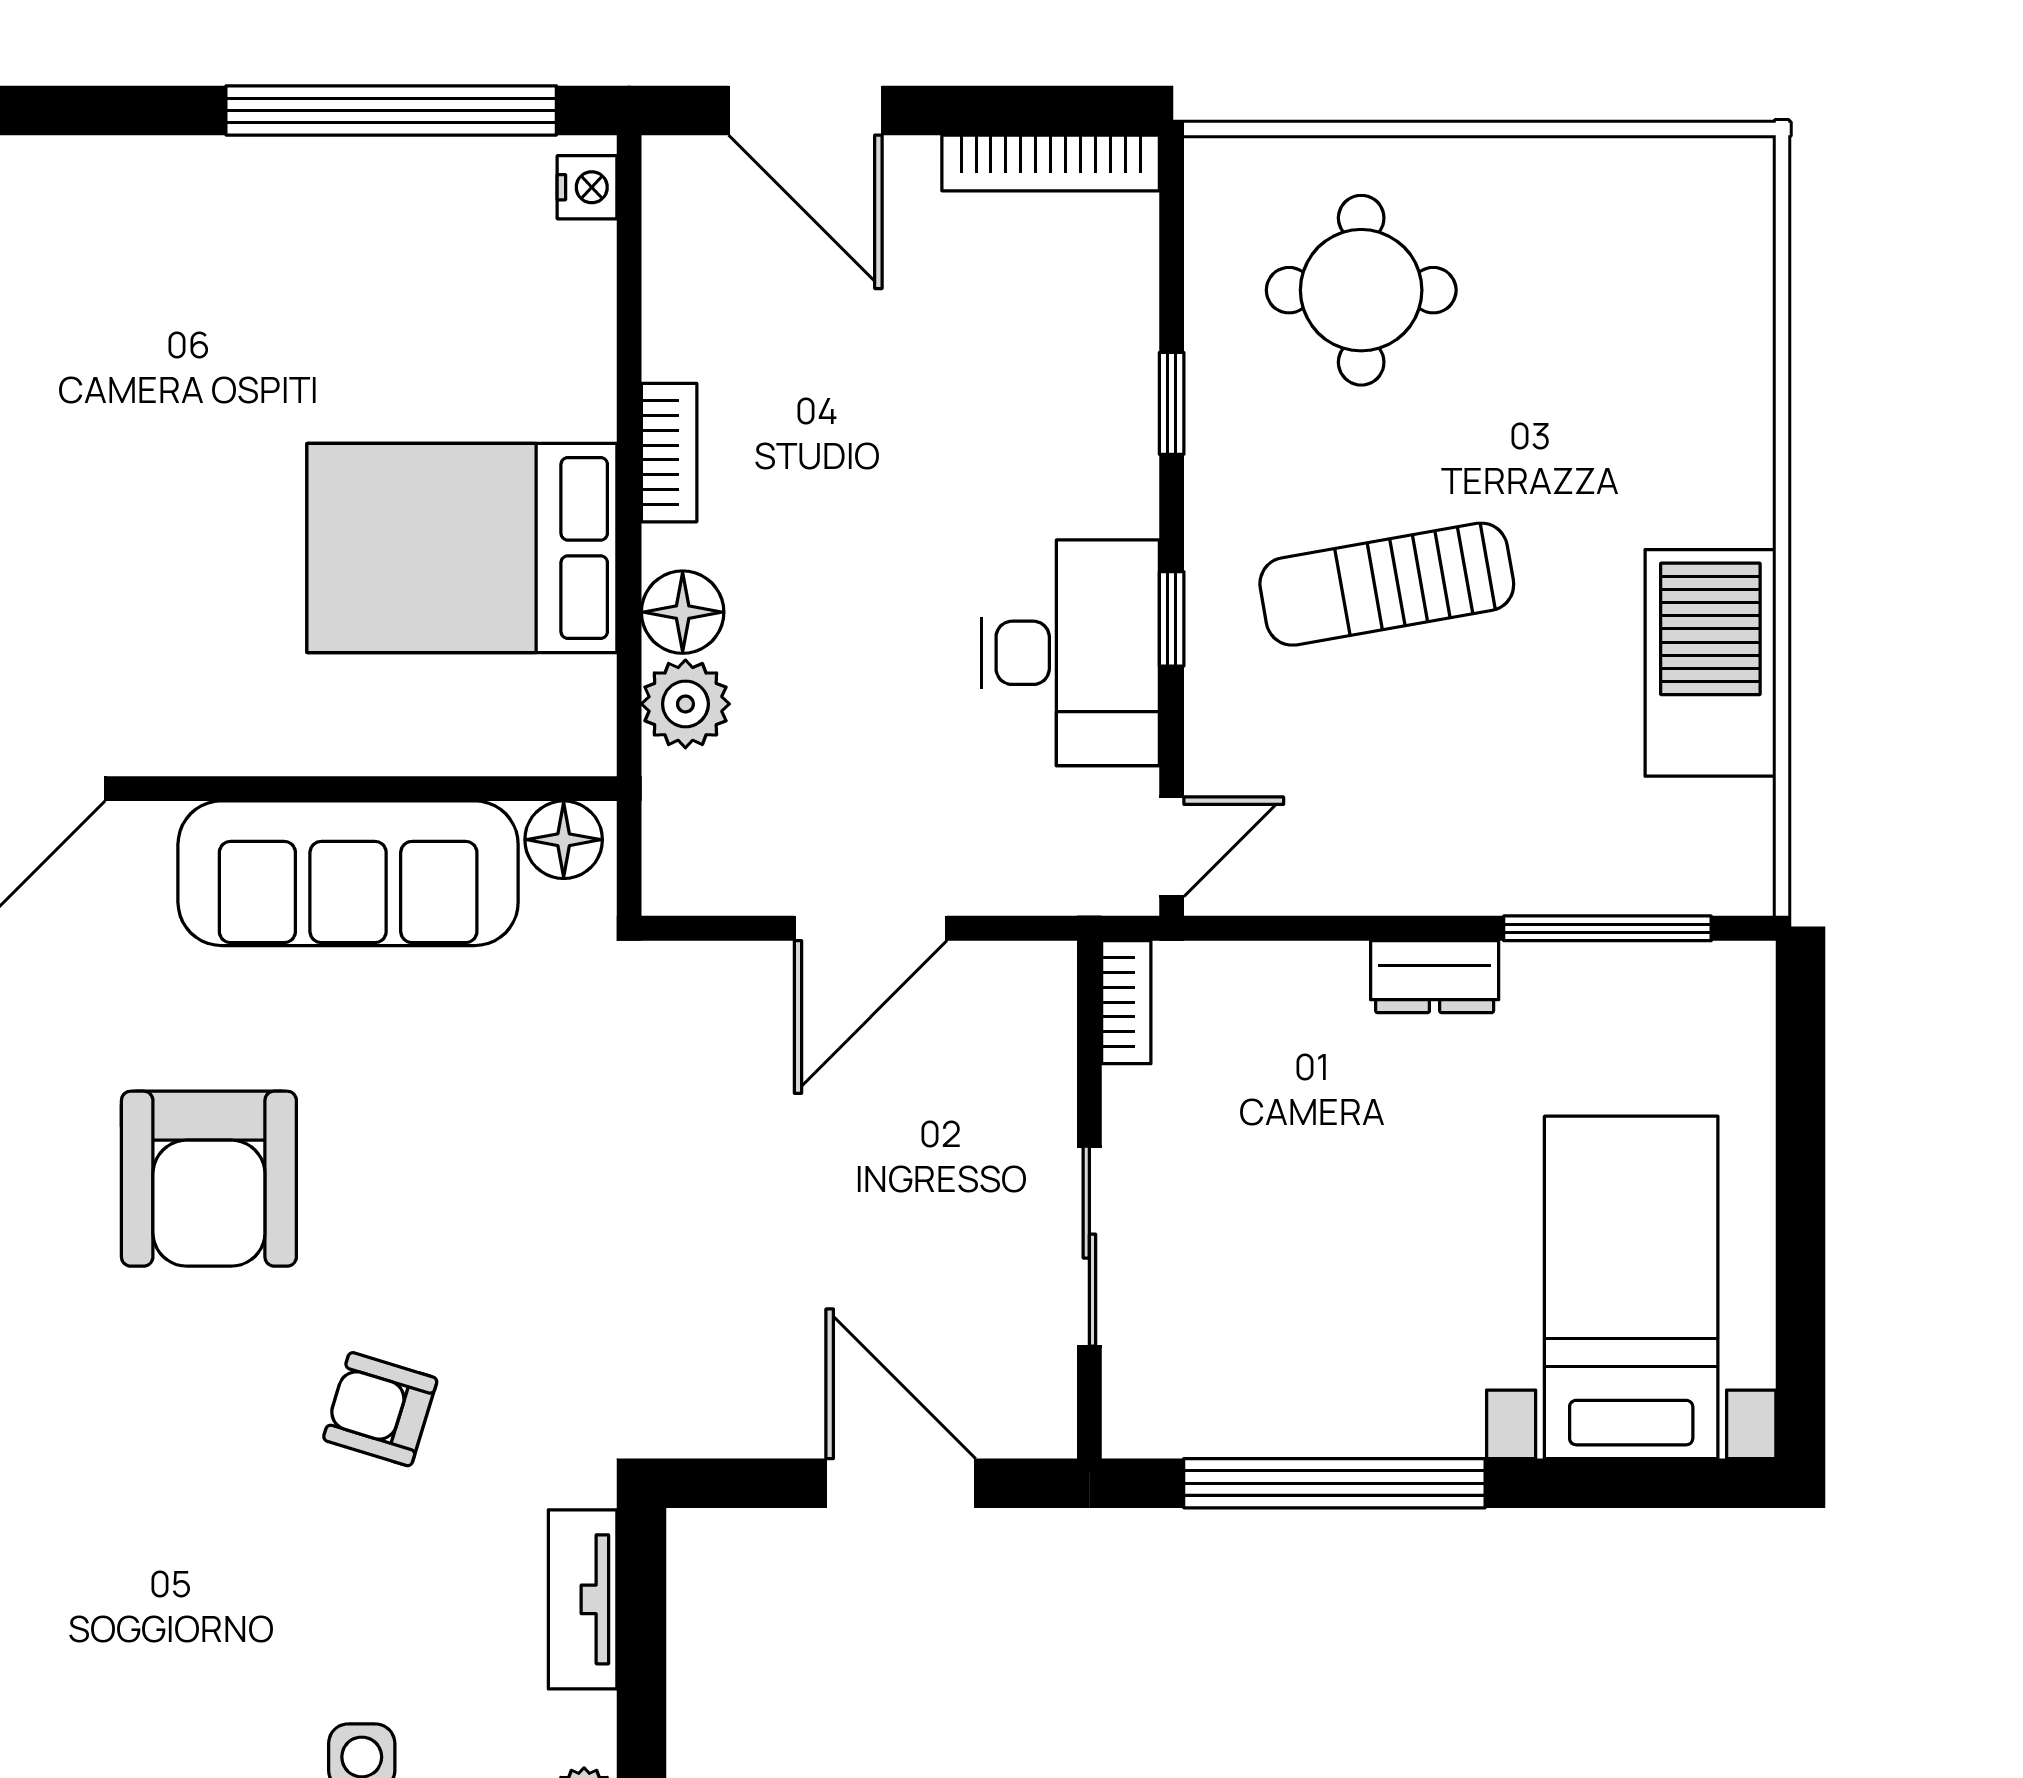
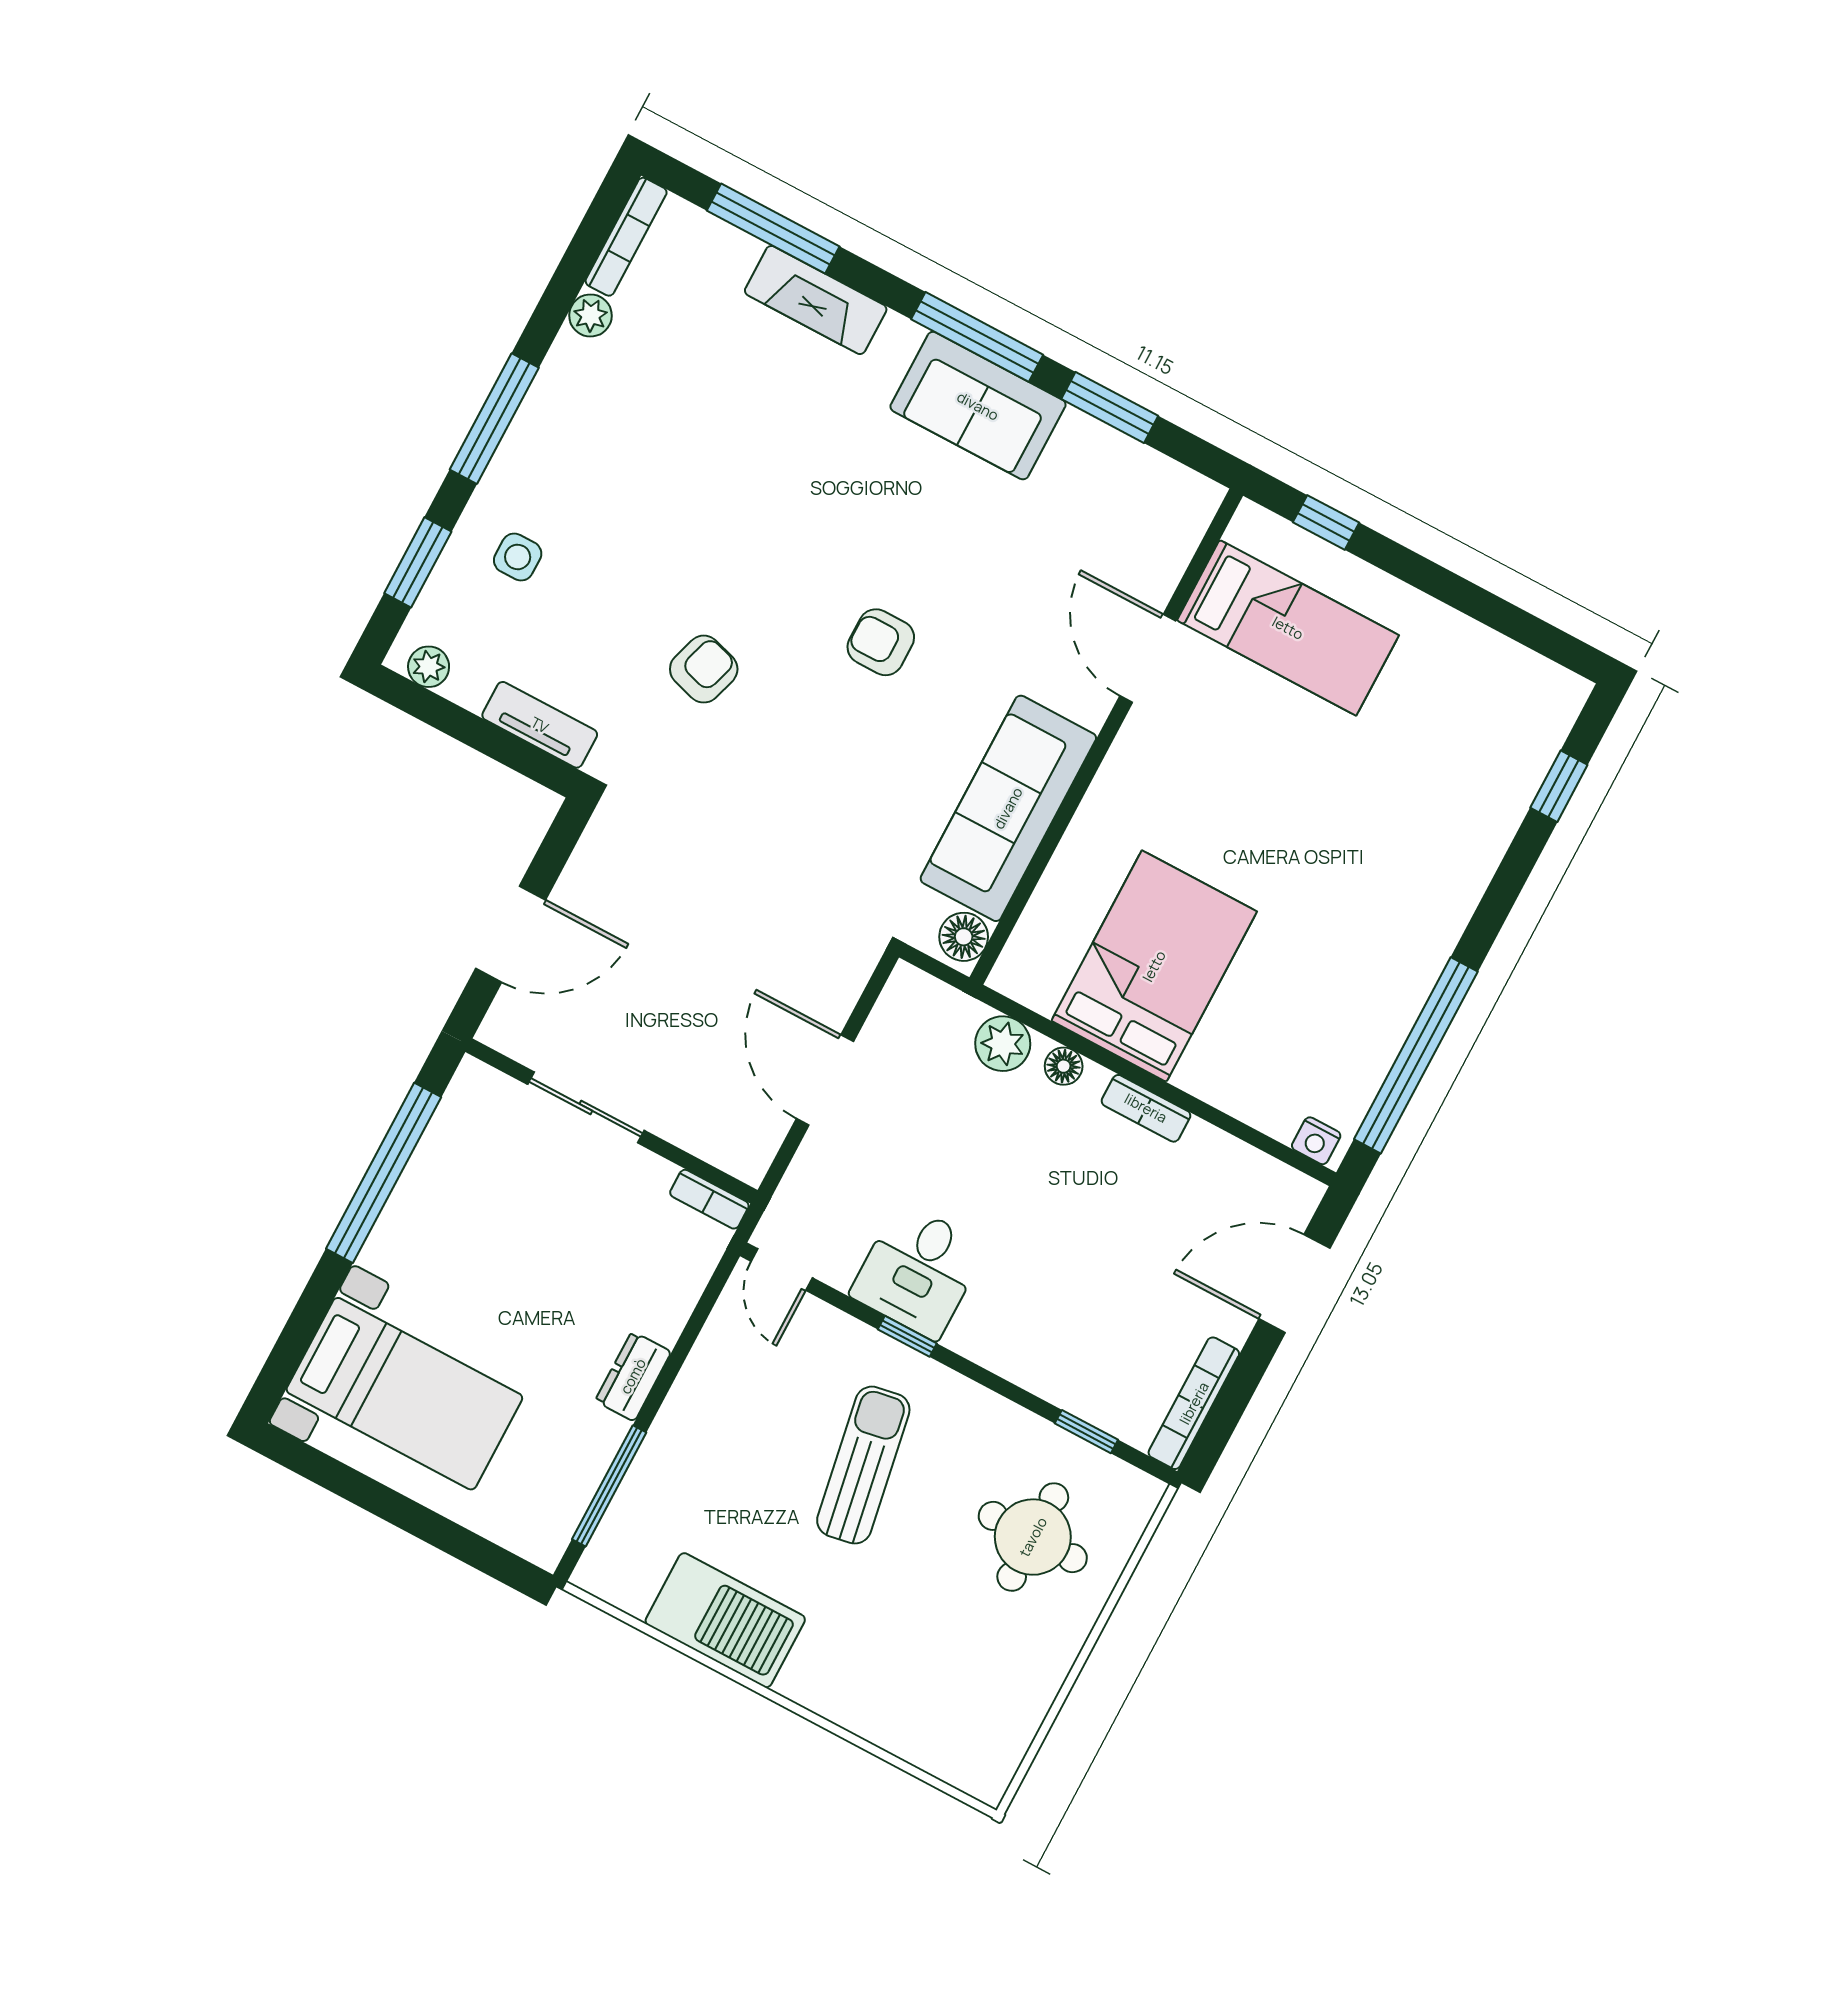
window: (1172, 403) -> (1086, 1432), moved
floor lamp: (683, 612) -> (1064, 1066), width x0.73, depth x0.73
desk: (1071, 653) -> (918, 1271), width x0.73
armchair: (209, 1179) -> (881, 642), width x0.53, depth x0.53

